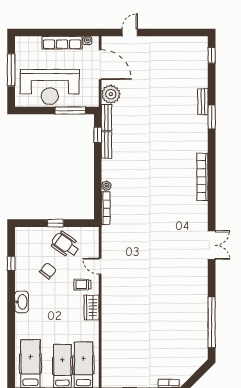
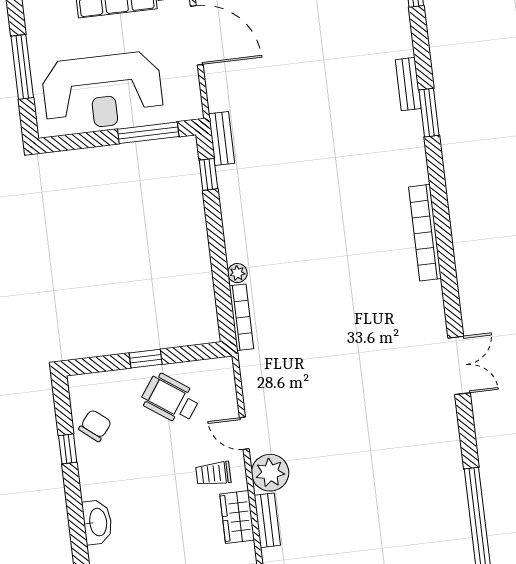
plant: (111, 94) -> (270, 473), moved
bench: (107, 145) -> (267, 520), moved
chair: (48, 271) -> (95, 426), moved

